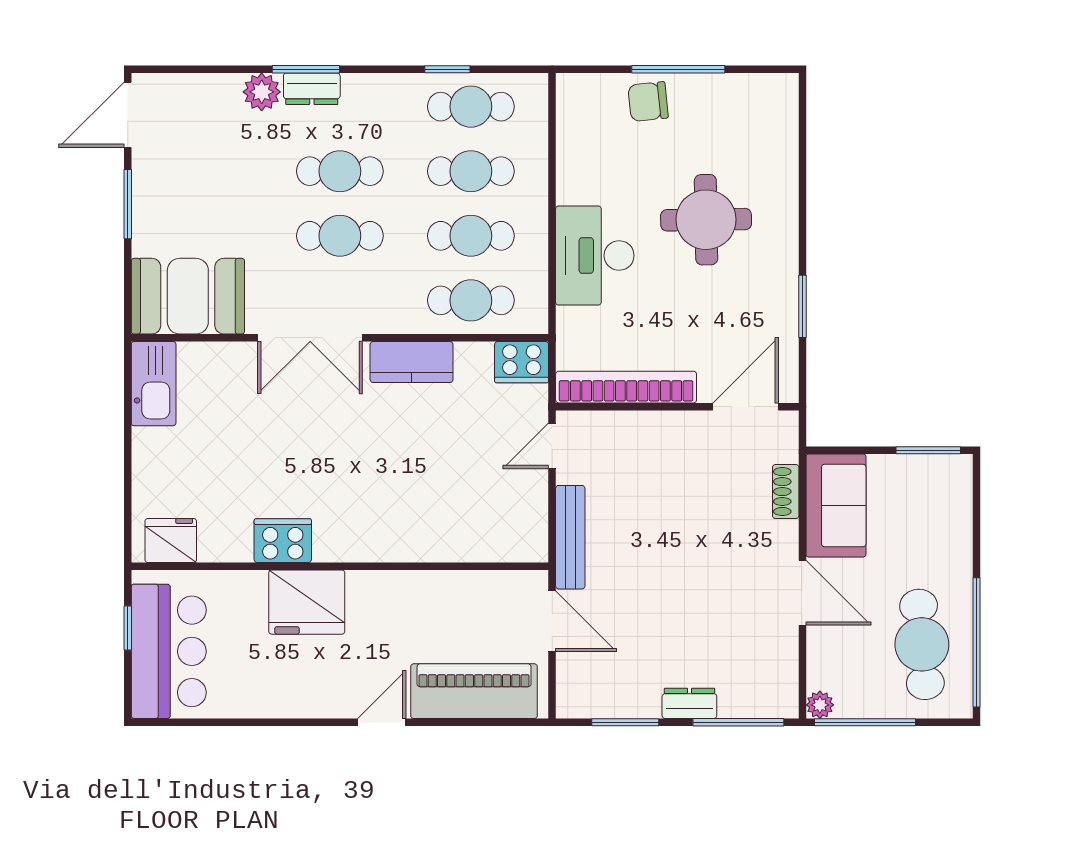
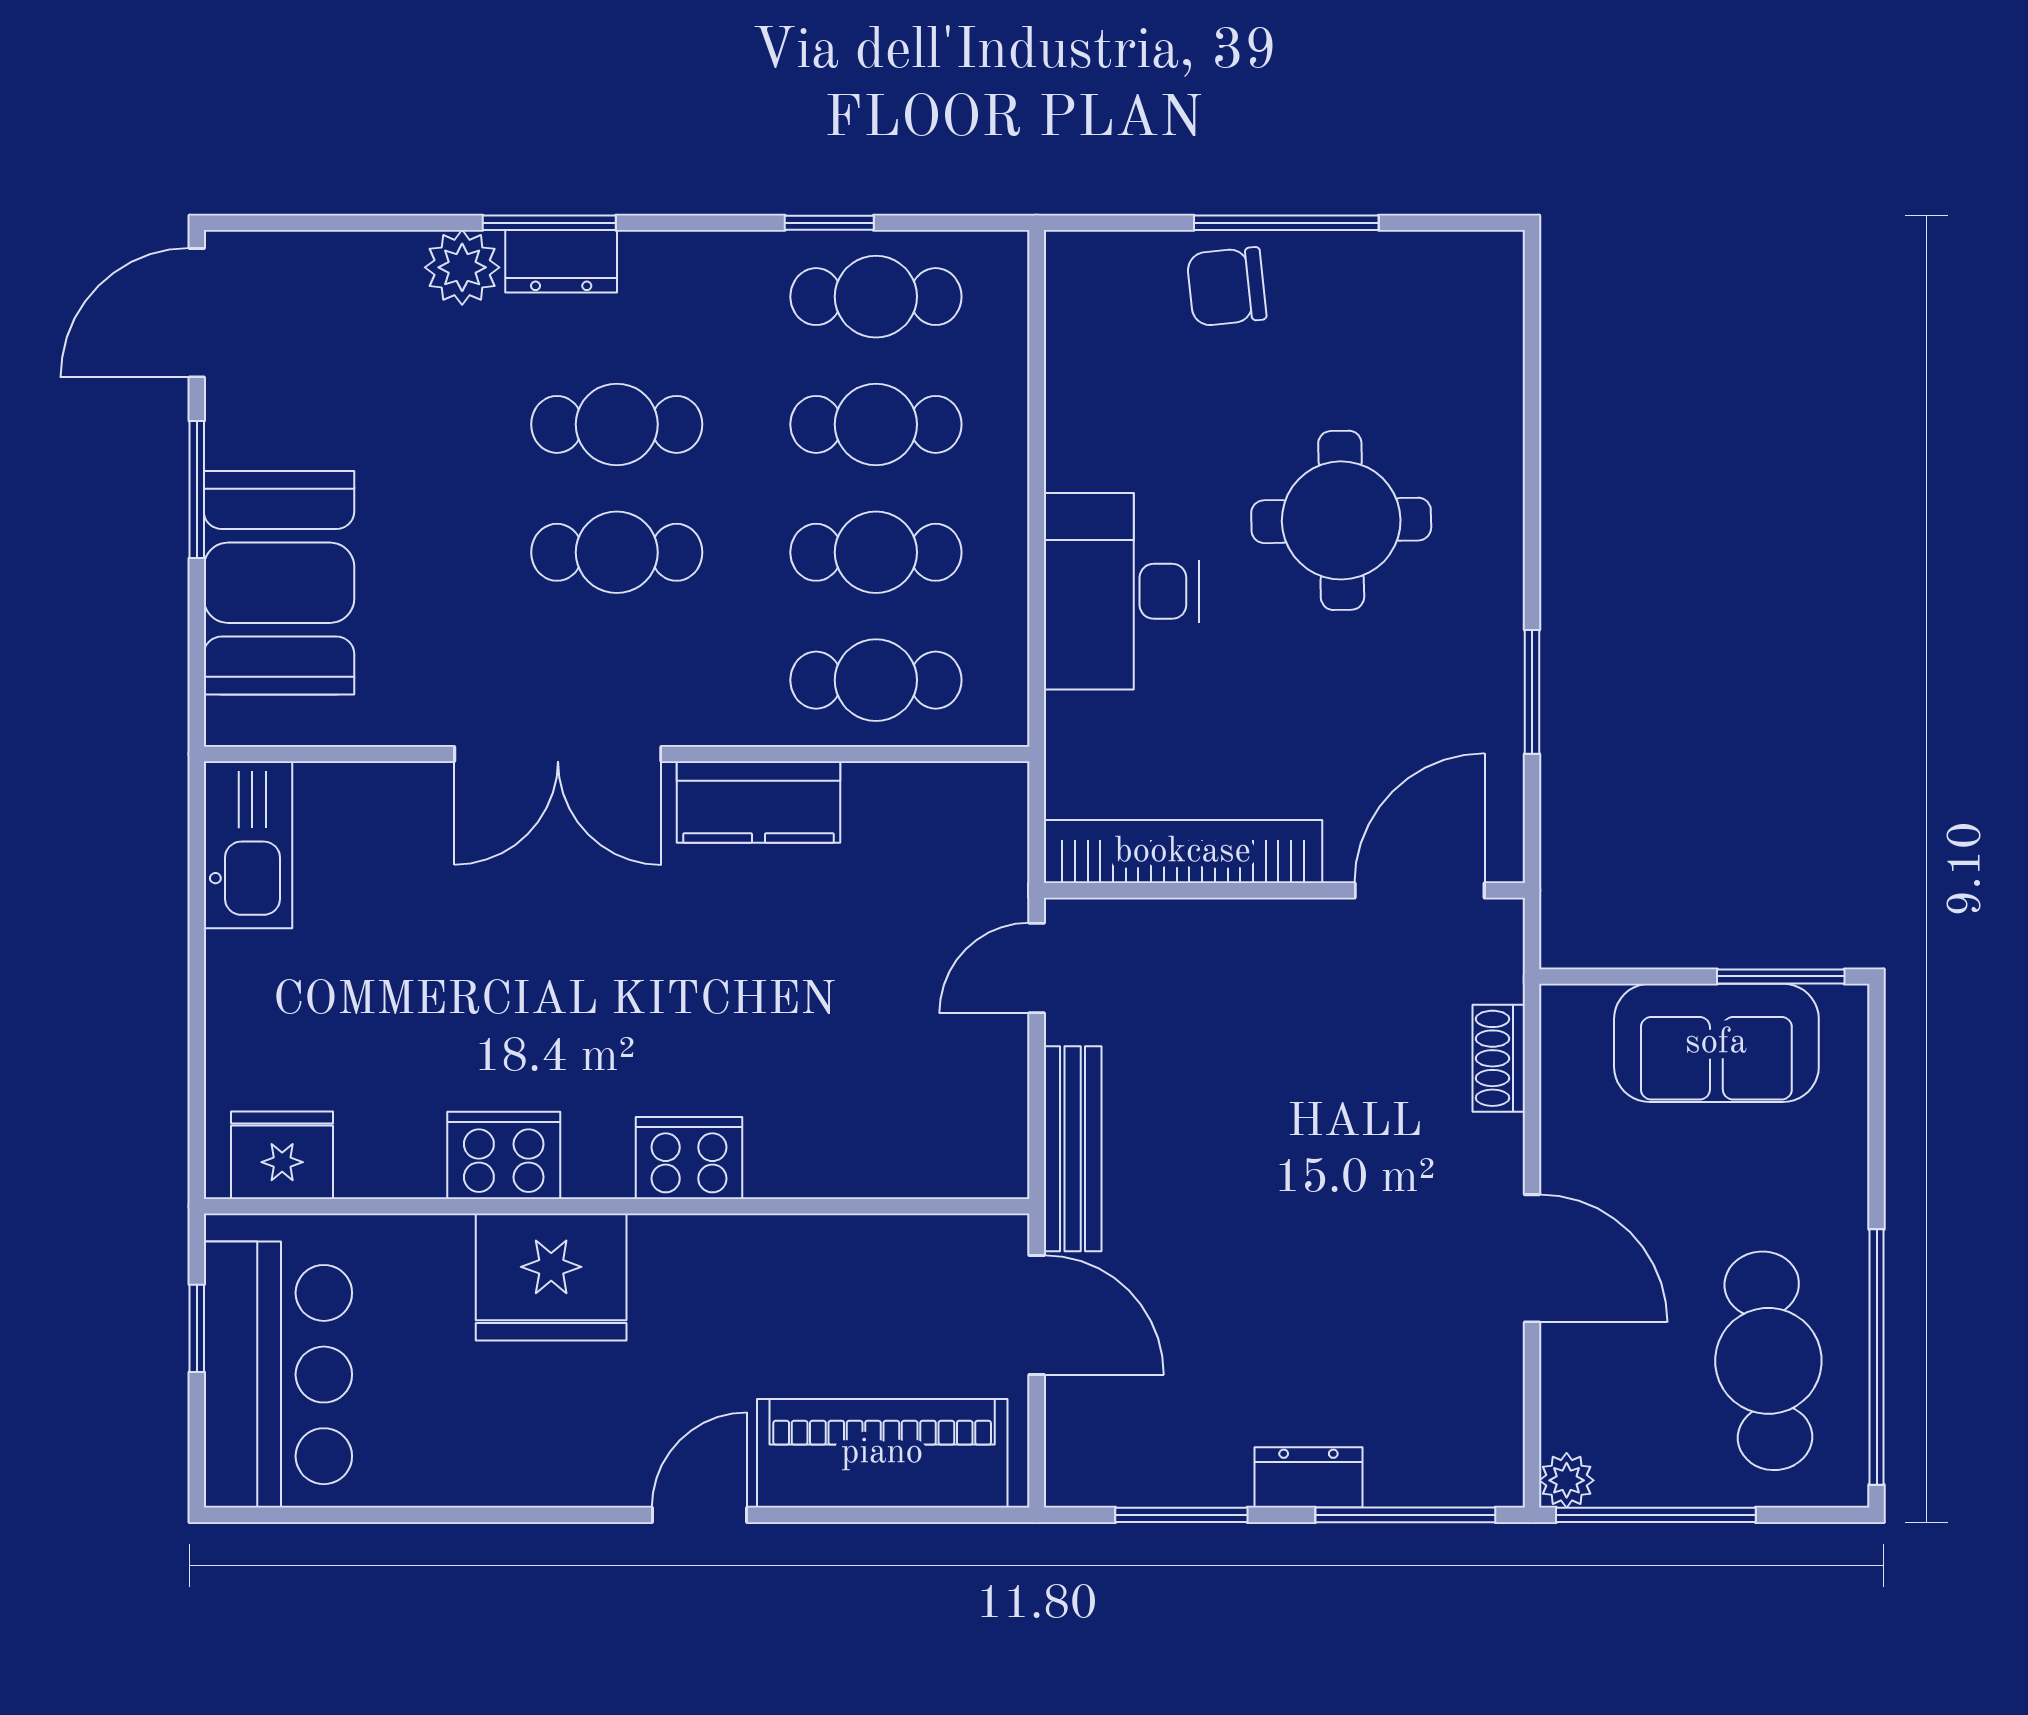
booth: (188, 296) -> (279, 583), moved, turned 90
cooker: (522, 362) -> (689, 1158), moved, turned 180
sofa: (836, 506) -> (1716, 1043), moved, turned 90

